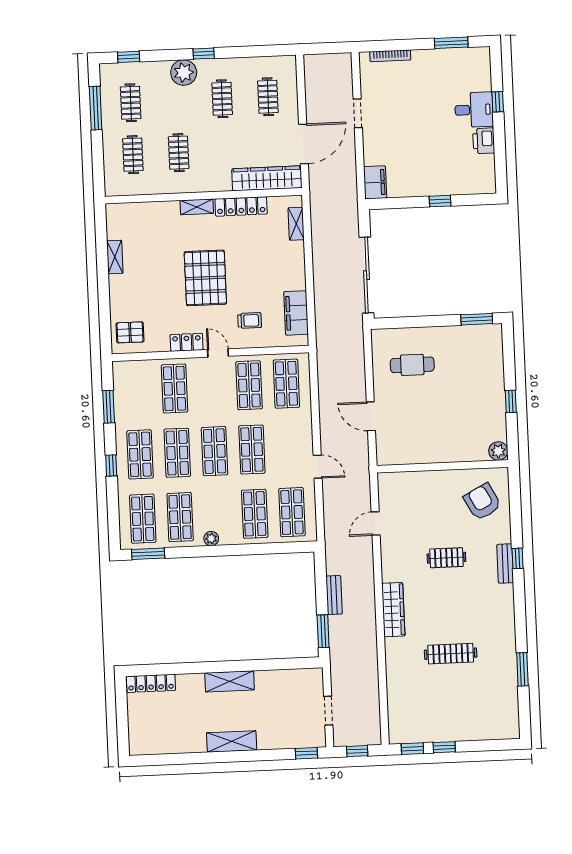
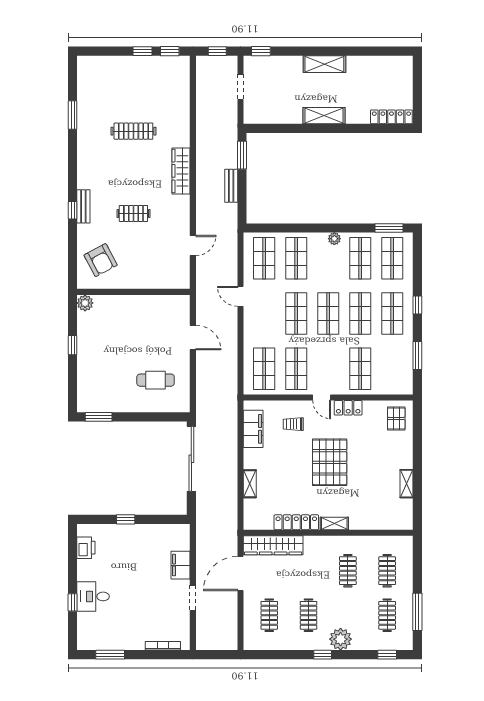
printer: (484, 141) -> (86, 548), moved
filing cabinet: (375, 182) -> (181, 565), moved
shelving: (296, 224) -> (250, 484), moved
pallet: (130, 332) -> (396, 418), turned 90

